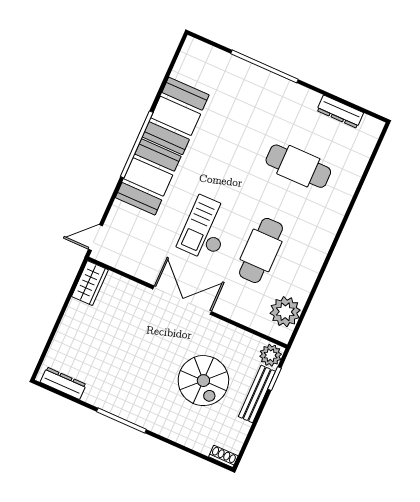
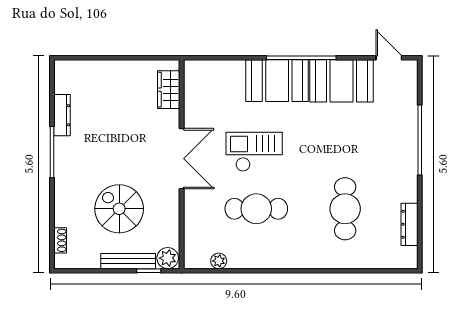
door: (95, 238) -> (389, 58), moved
wardrobe: (90, 283) -> (169, 90), moved, turned 90
plant: (285, 312) -> (219, 261), width x0.53, depth x0.53
spiral stairs: (203, 381) -> (119, 209), turned 90
dresser: (63, 383) -> (62, 115), moved
shoe rack: (223, 456) -> (60, 240), moved

